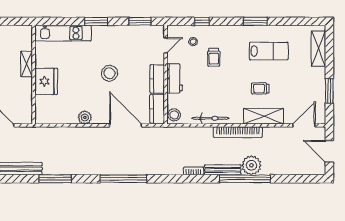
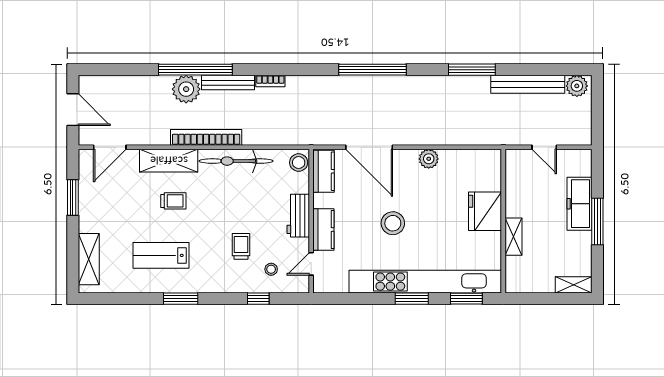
window: (140, 21) -> (466, 299), moved
kitchen unit: (63, 33) -> (425, 282), width x1.86
kitchen counter: (157, 79) -> (323, 230), moved
bicycle: (210, 118) -> (236, 161), width x1.37, depth x1.40

